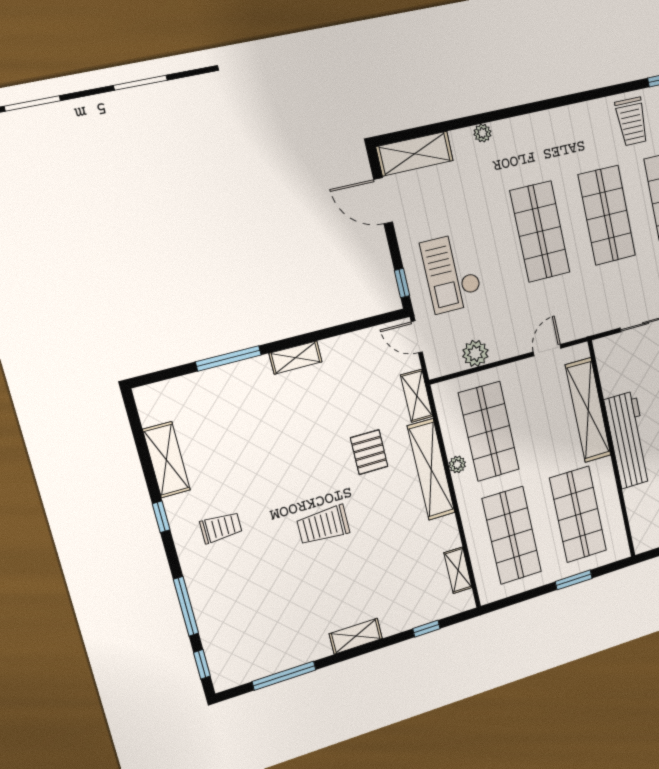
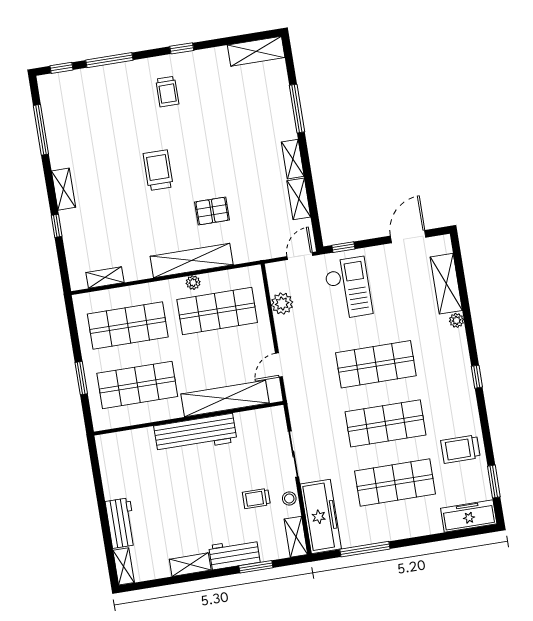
window: (548, 104) -> (477, 377), added
shelving: (415, 154) -> (446, 284), moved
checkout: (452, 273) -> (348, 288), turned 90
door: (547, 350) -> (279, 365), swing flipped
shelving: (417, 396) -> (299, 199), moved, turned 90
shelving: (167, 460) -> (256, 51), moved
window: (426, 629) -> (57, 226), moved

